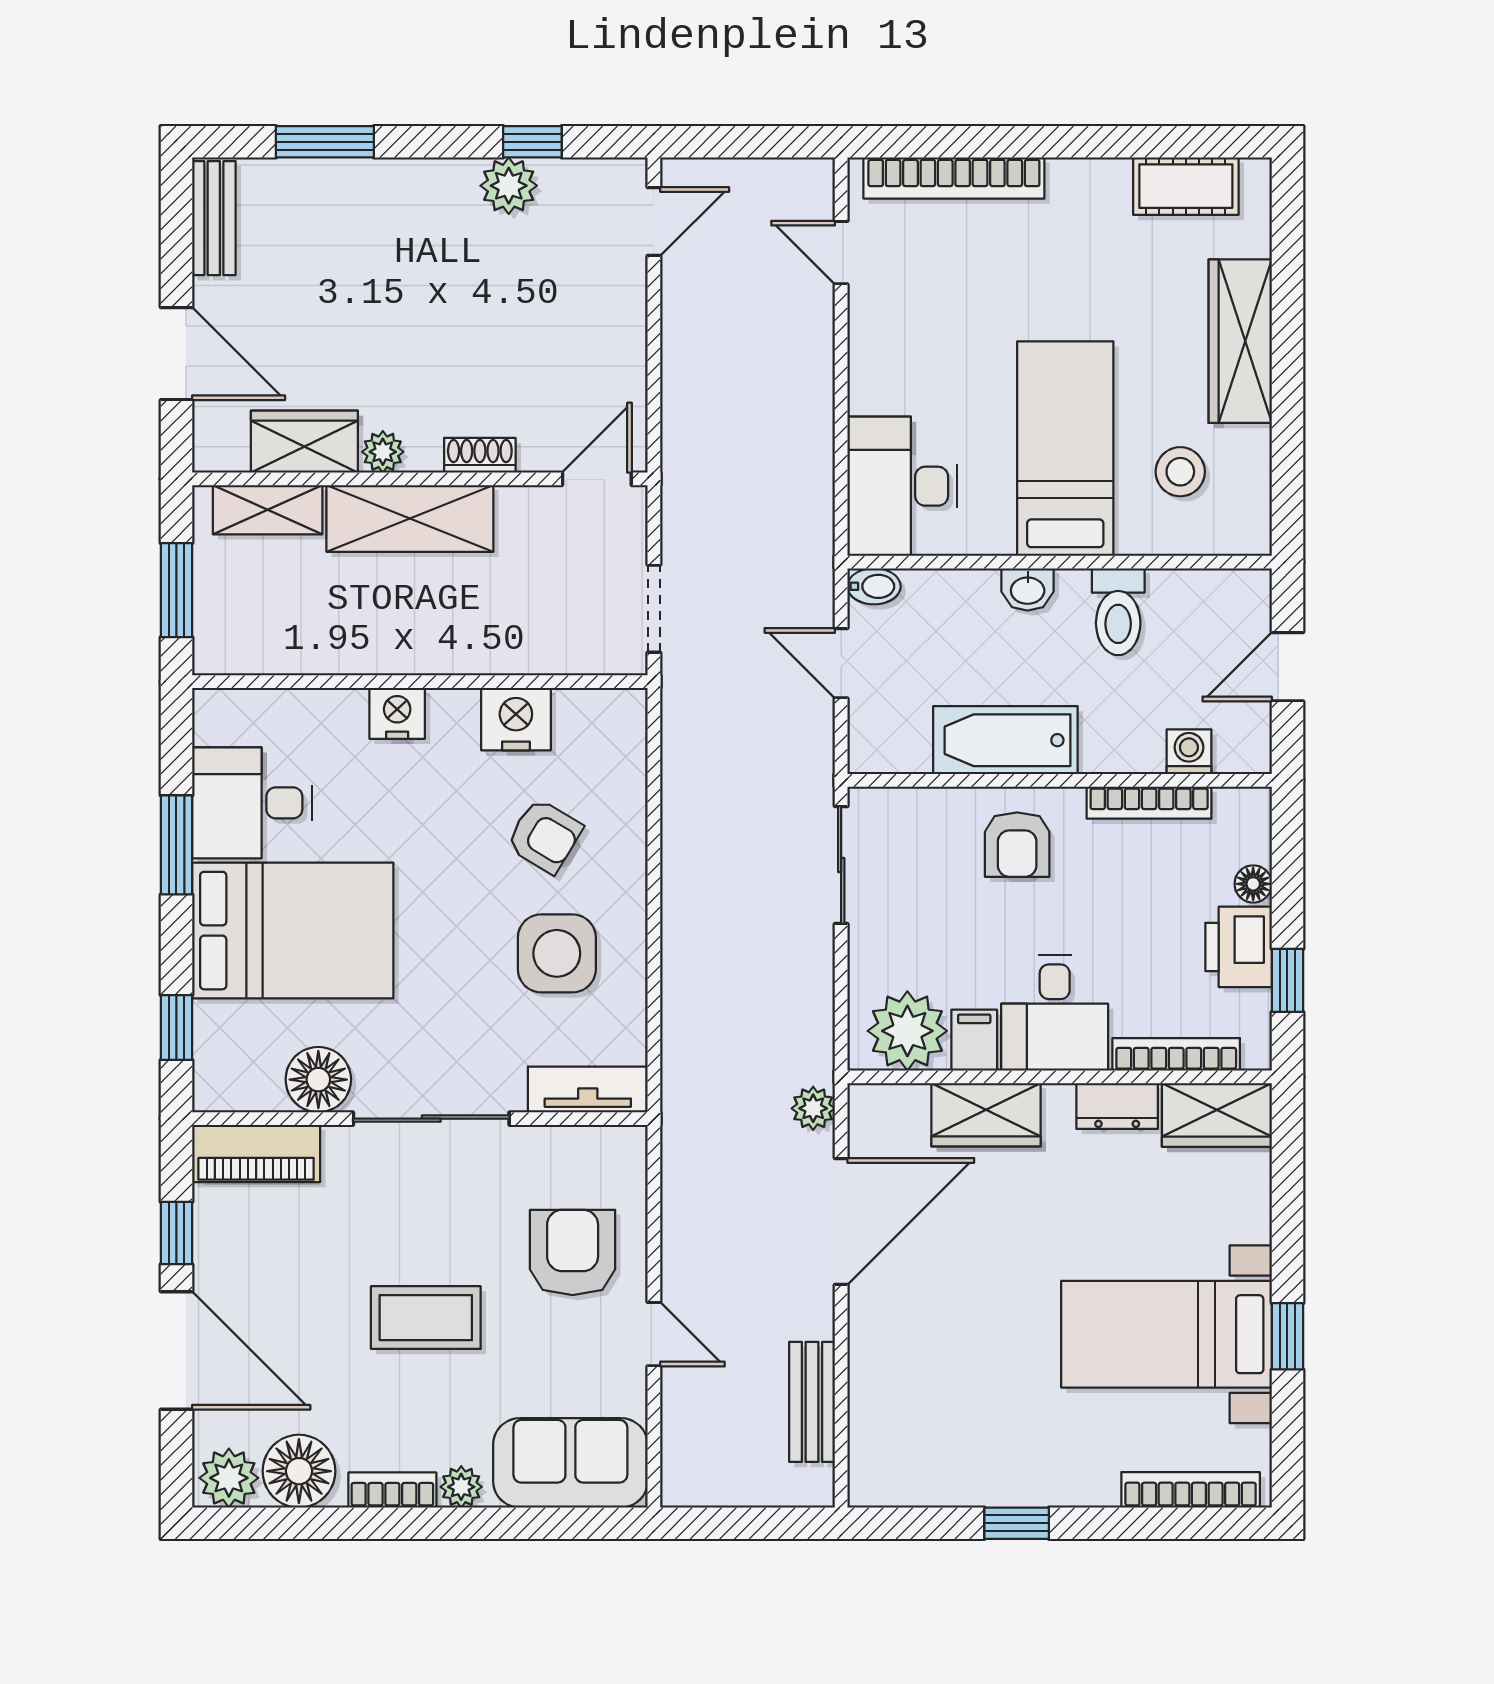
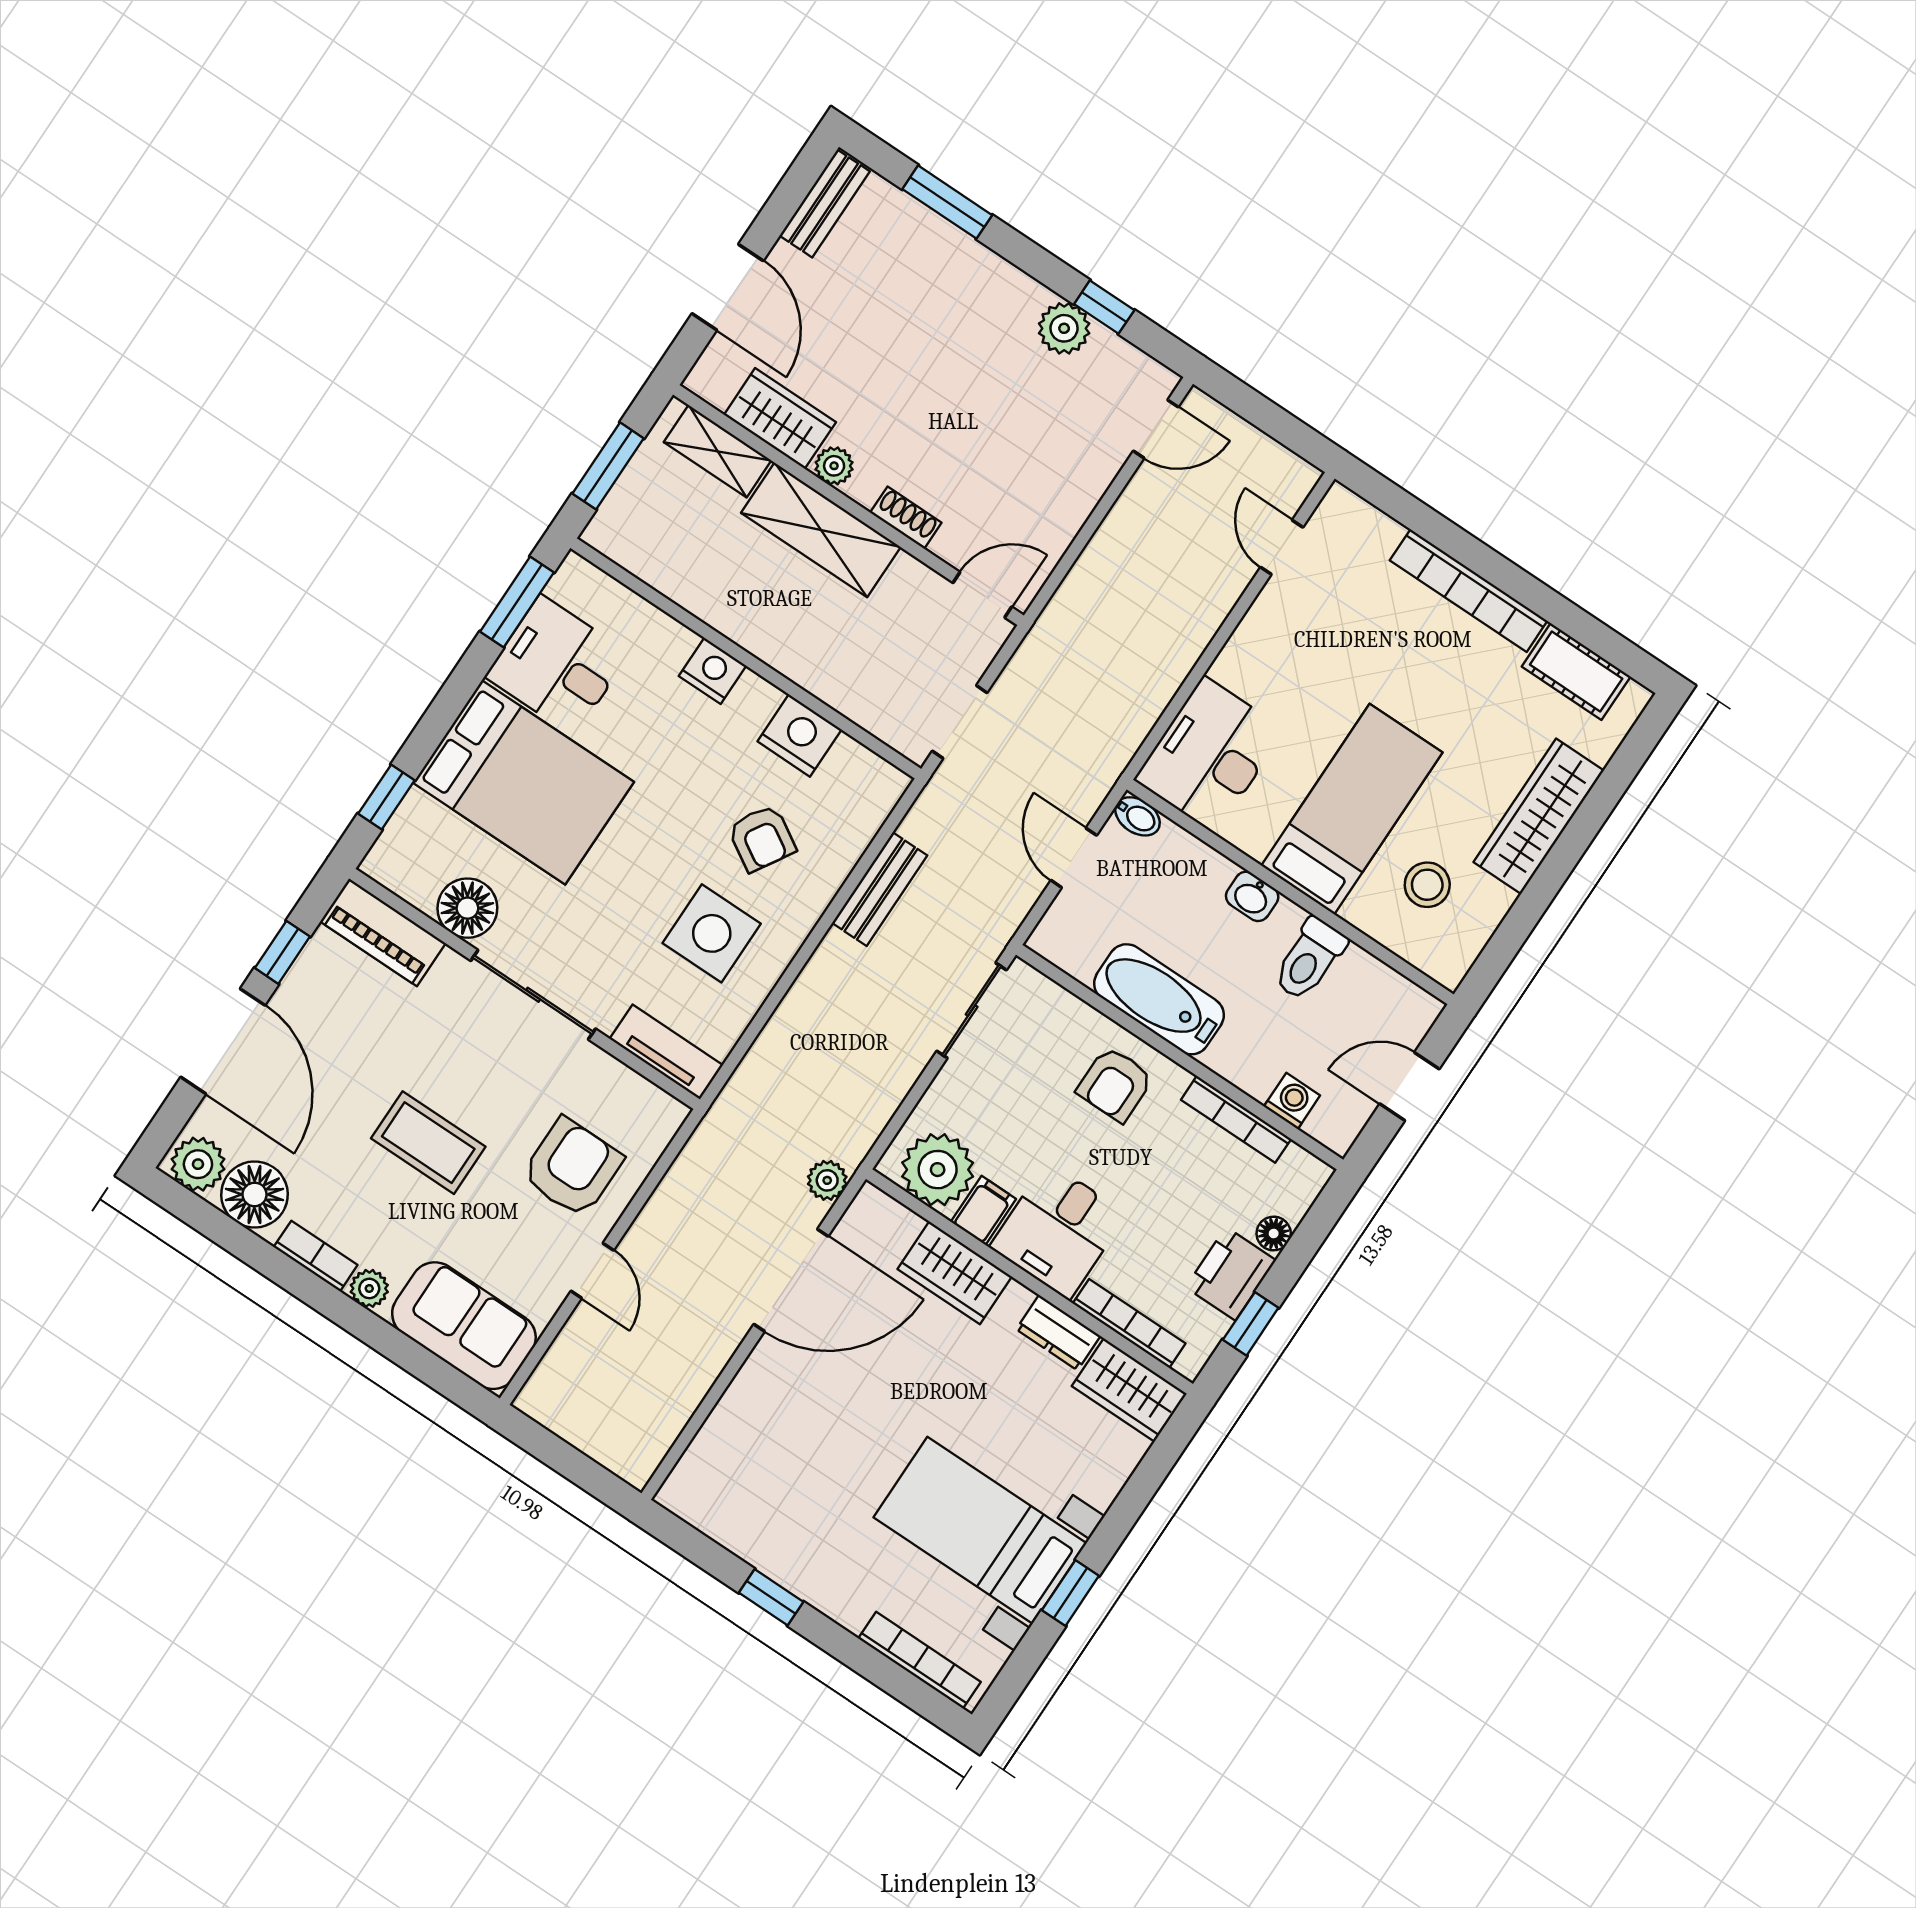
bookcase: (954, 178) -> (1469, 591), moved
window: (176, 845) -> (517, 602), moved
bench: (812, 1402) -> (880, 889), moved

